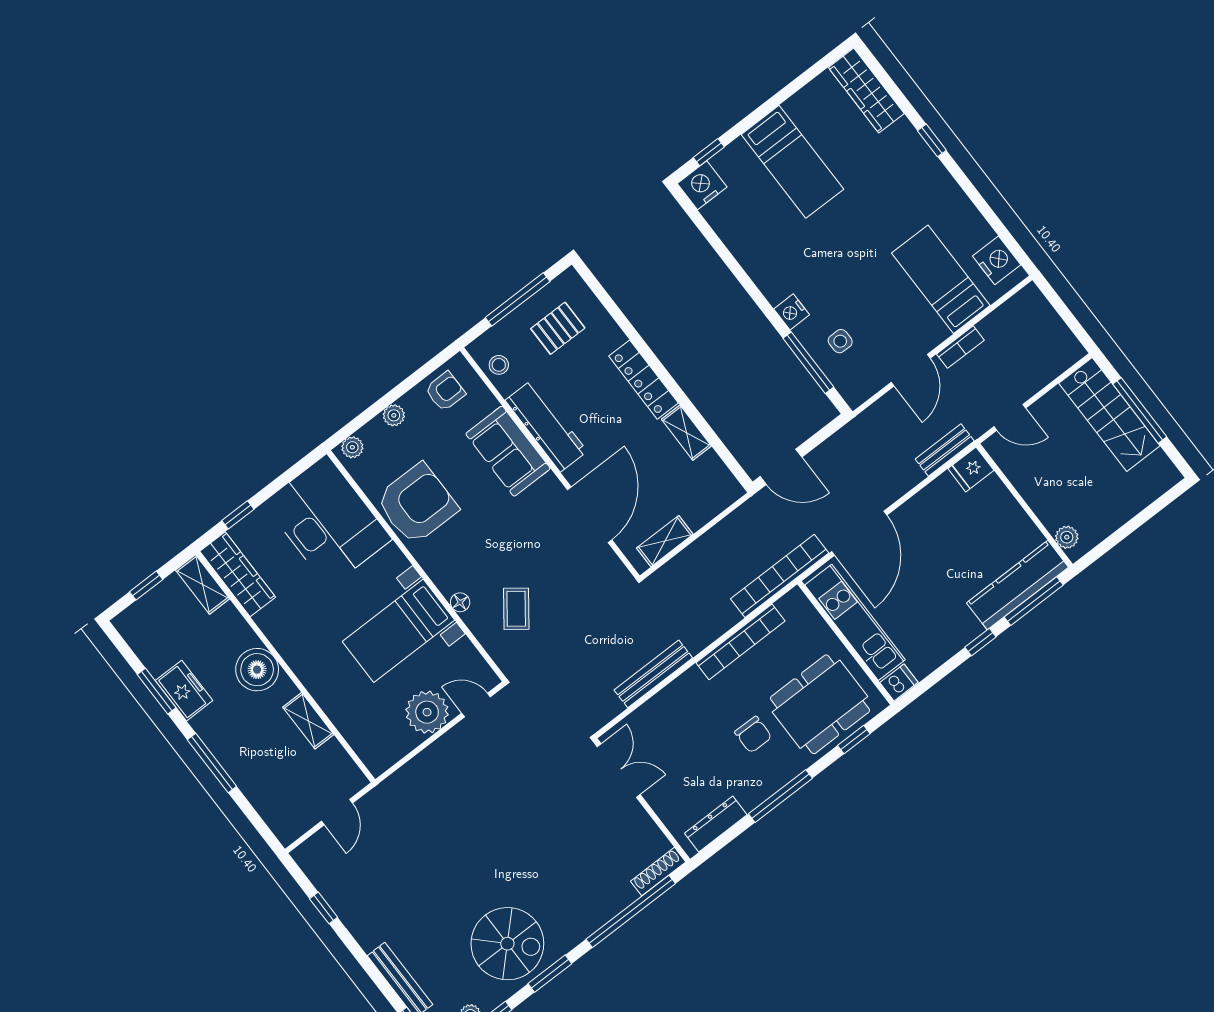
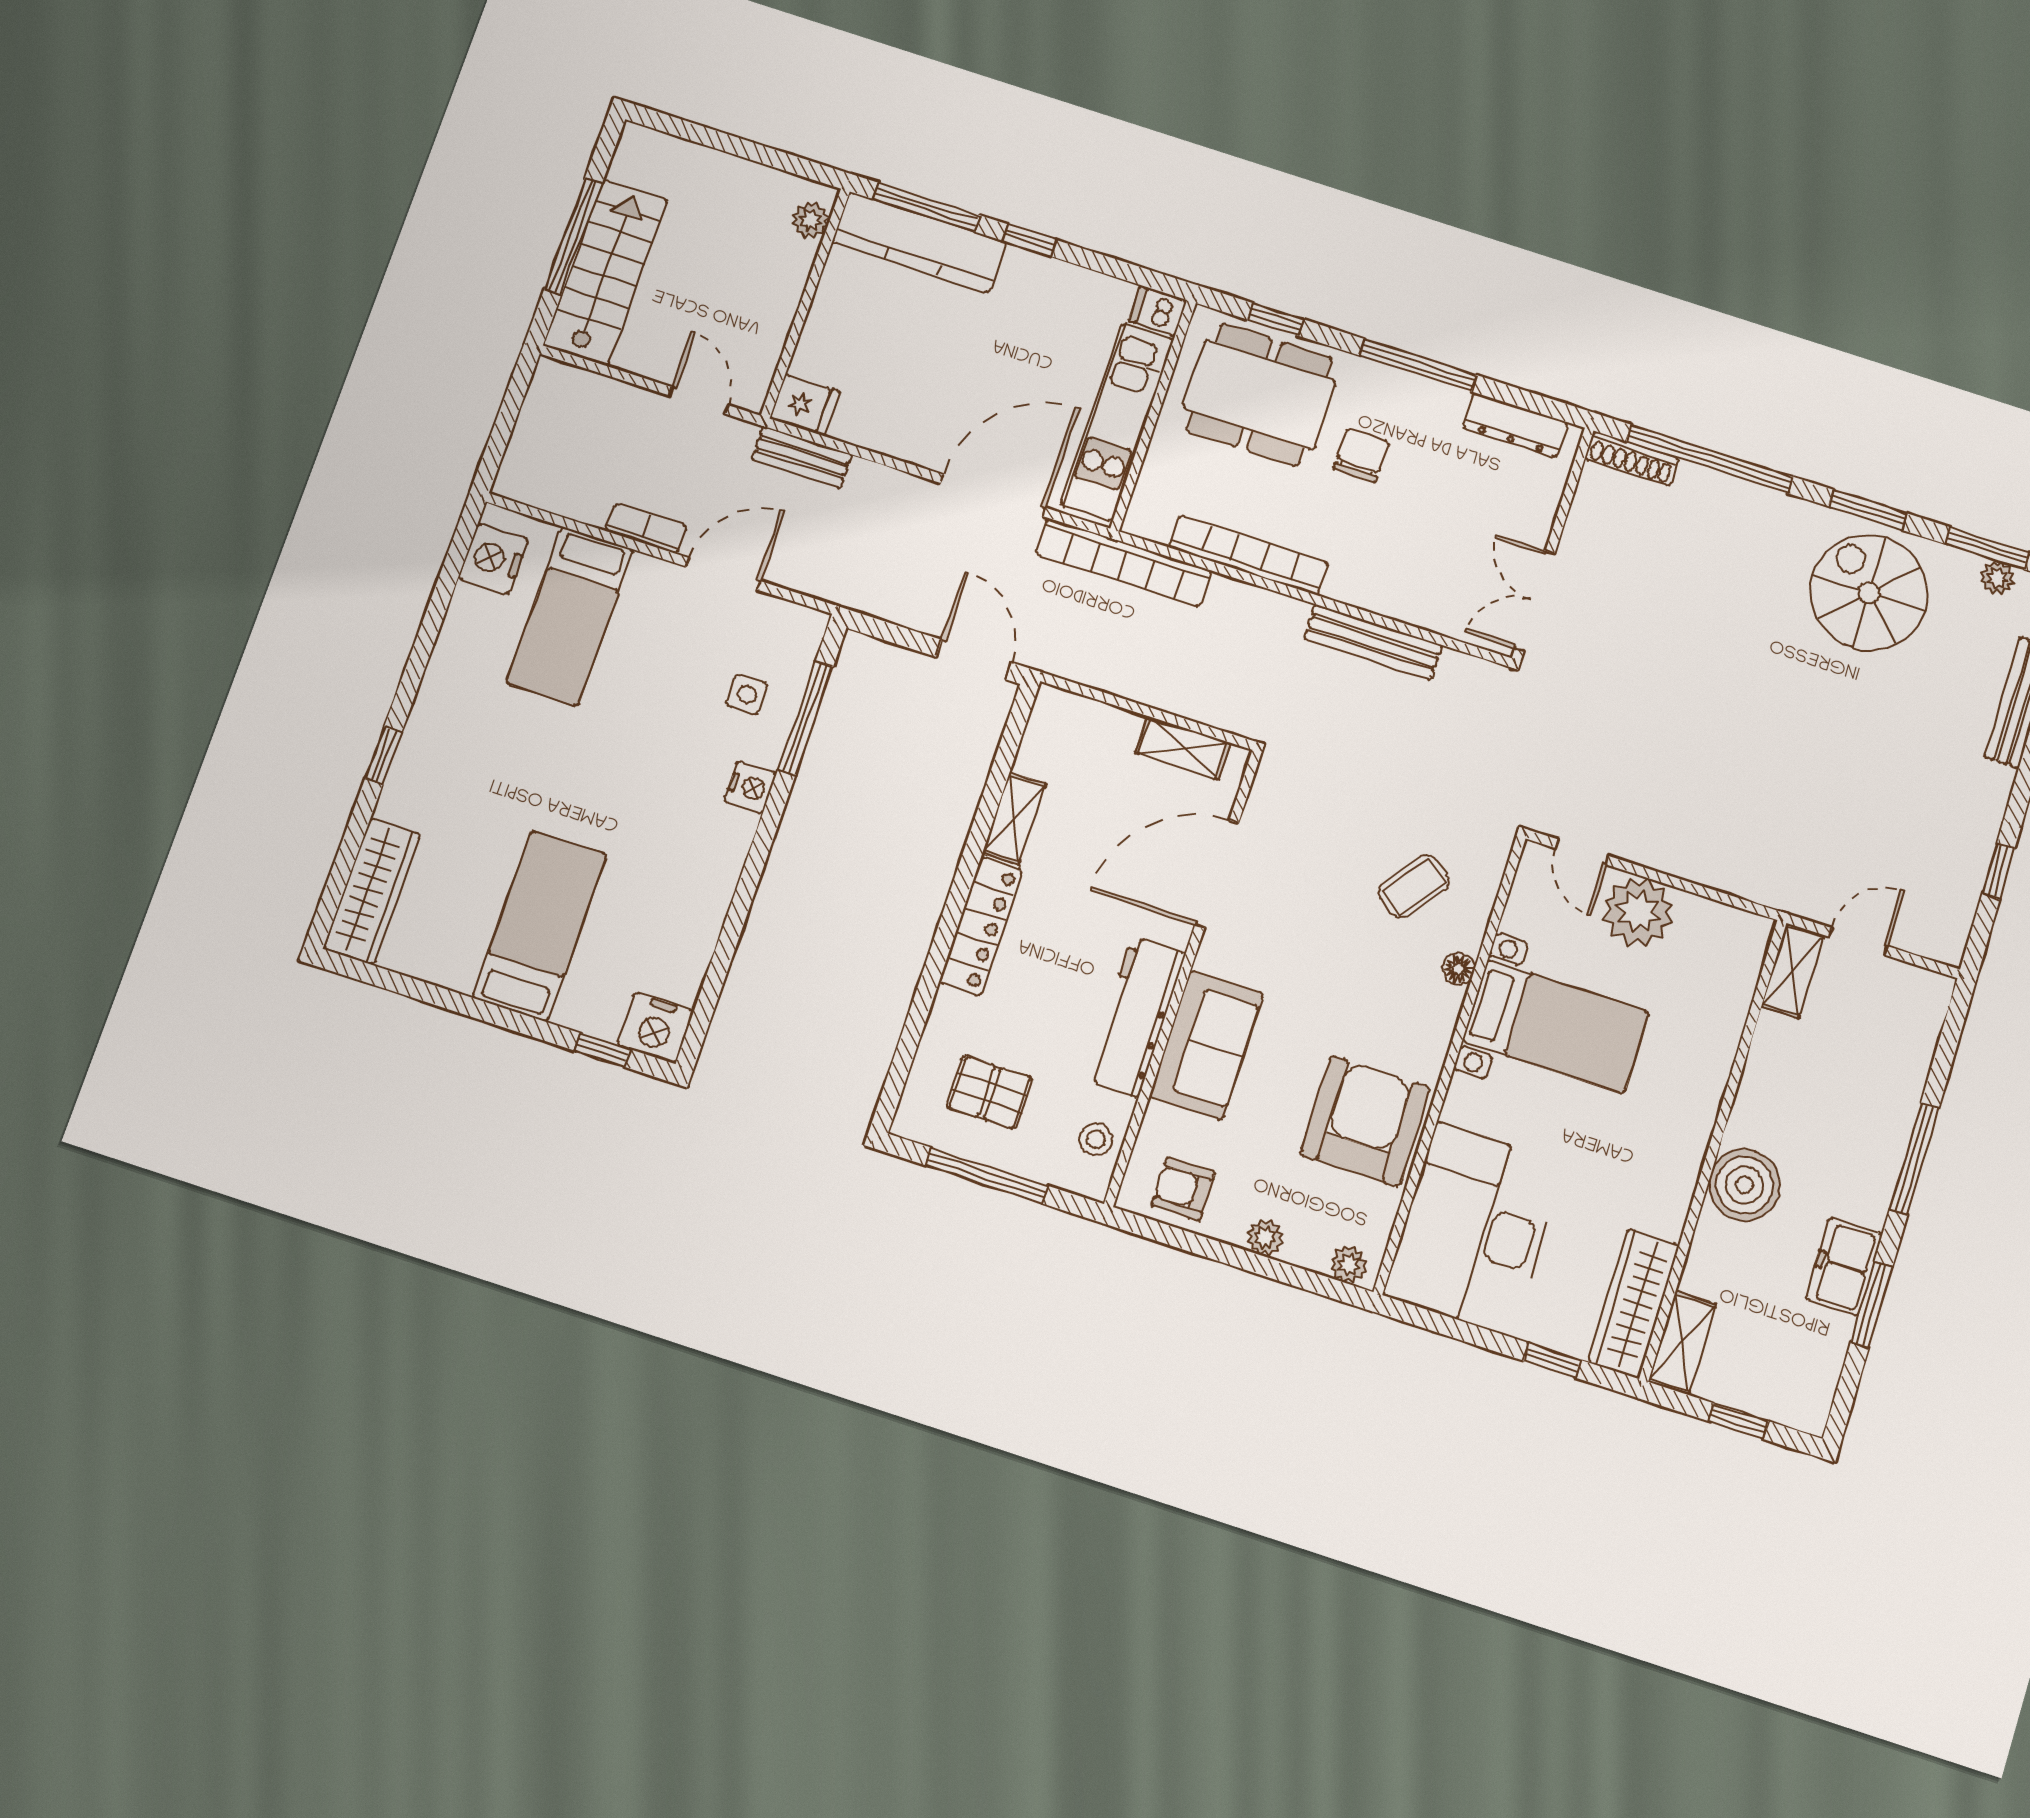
armchair: (417, 504) -> (1365, 1121), turned 90
shelving: (308, 721) -> (1793, 971), moved

